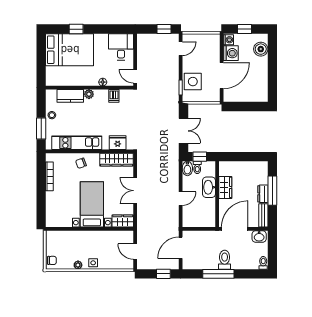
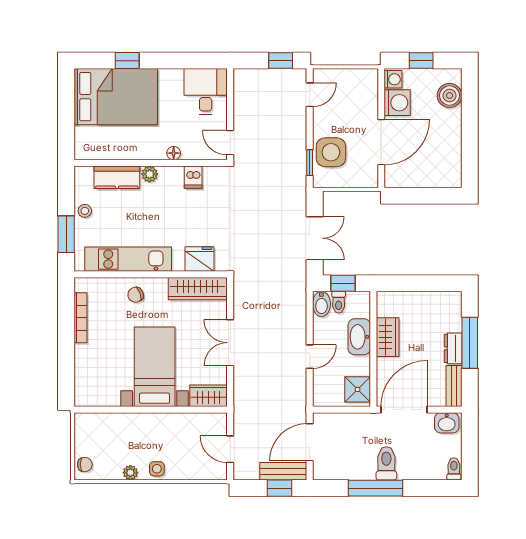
shower: (208, 217) -> (358, 389), added
bench: (166, 264) -> (283, 471), added

